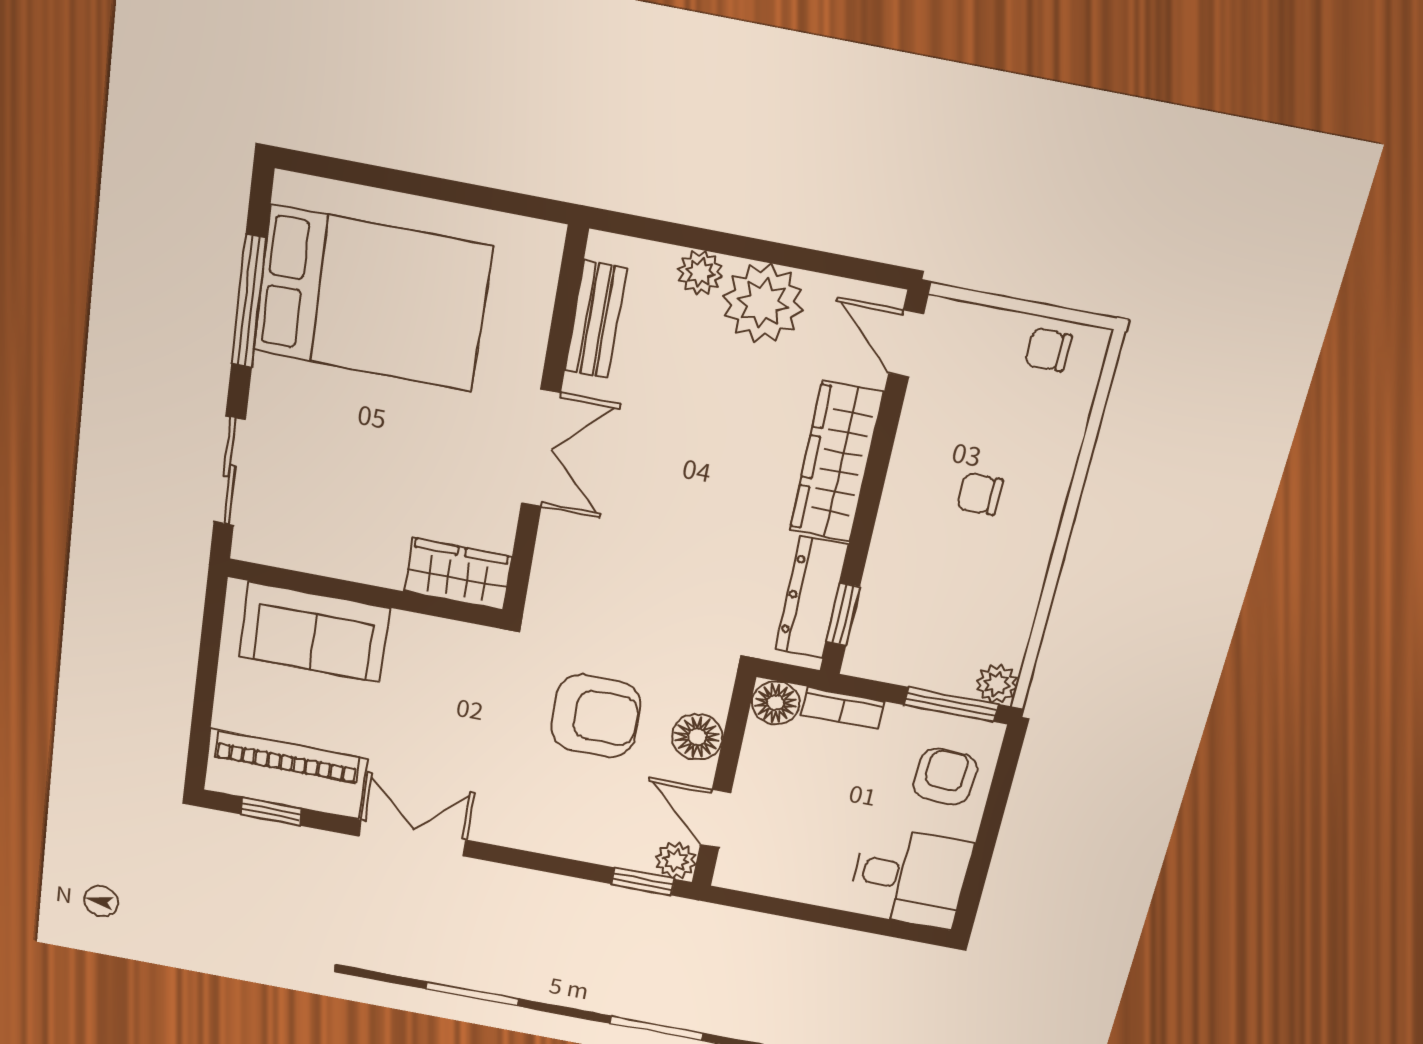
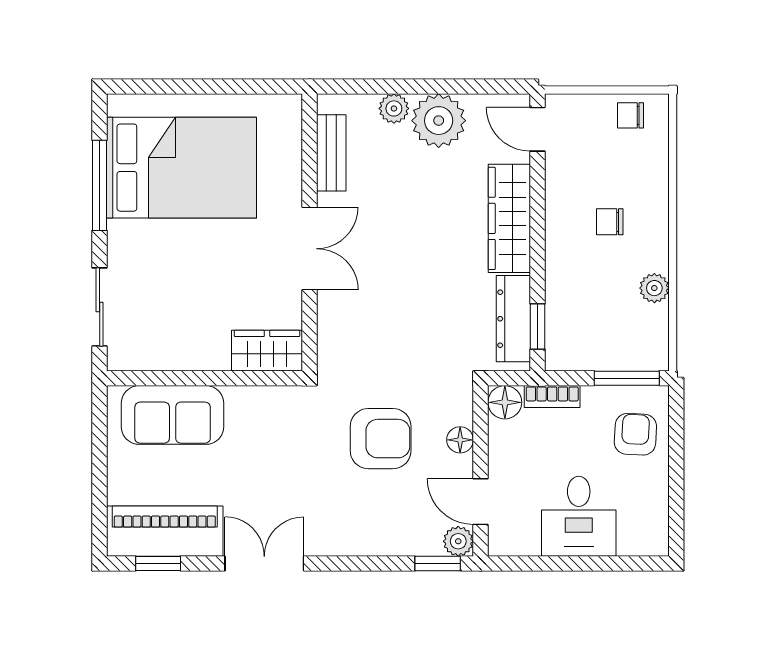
plant: (997, 684) -> (654, 288), moved
floor lamp: (697, 737) -> (460, 440), width x0.73, depth x0.73
desk: (910, 877) -> (579, 516), moved, turned 90

